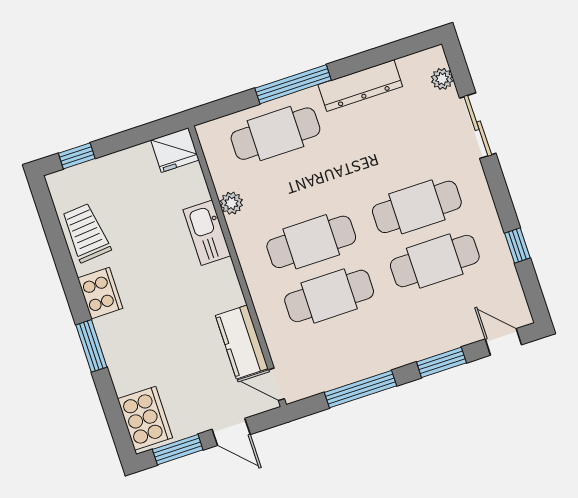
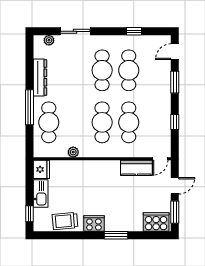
kitchen sink: (207, 233) -> (41, 193), moved, turned -90
window: (361, 389) -> (175, 122), width x0.46

